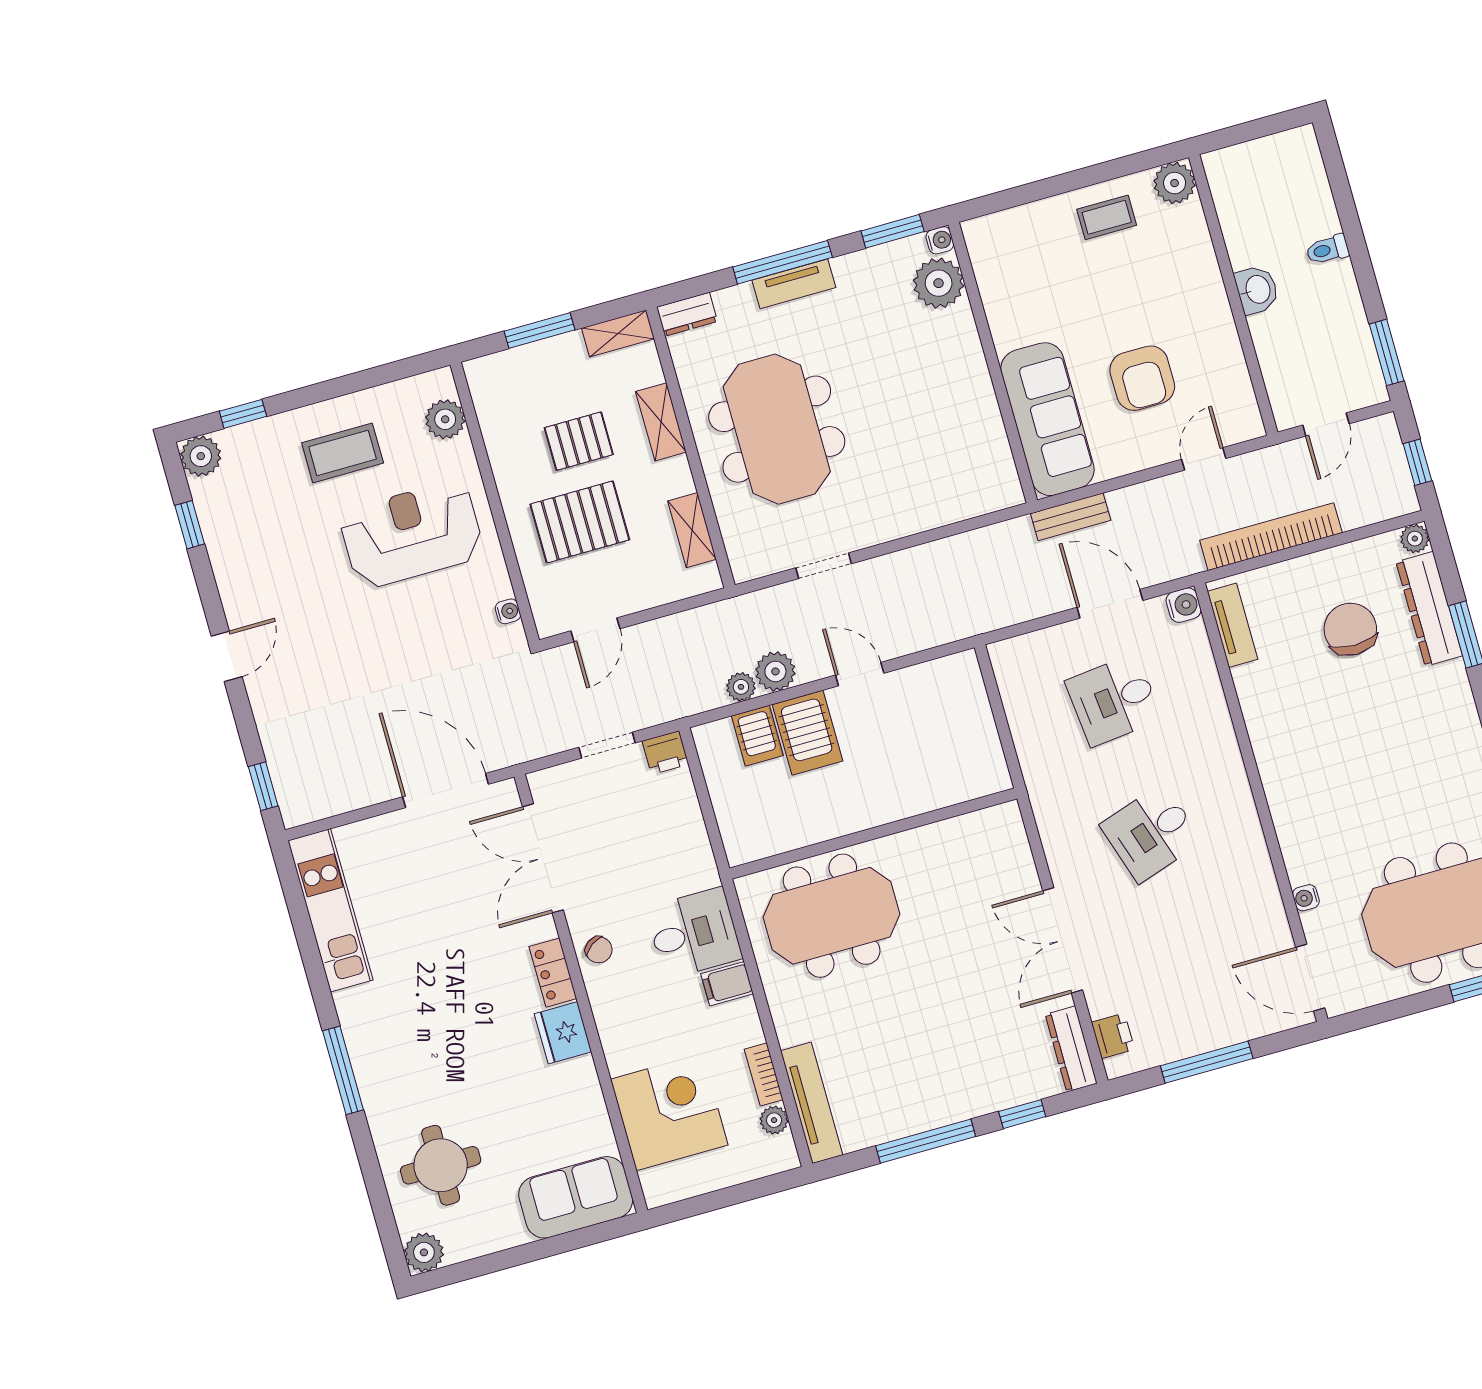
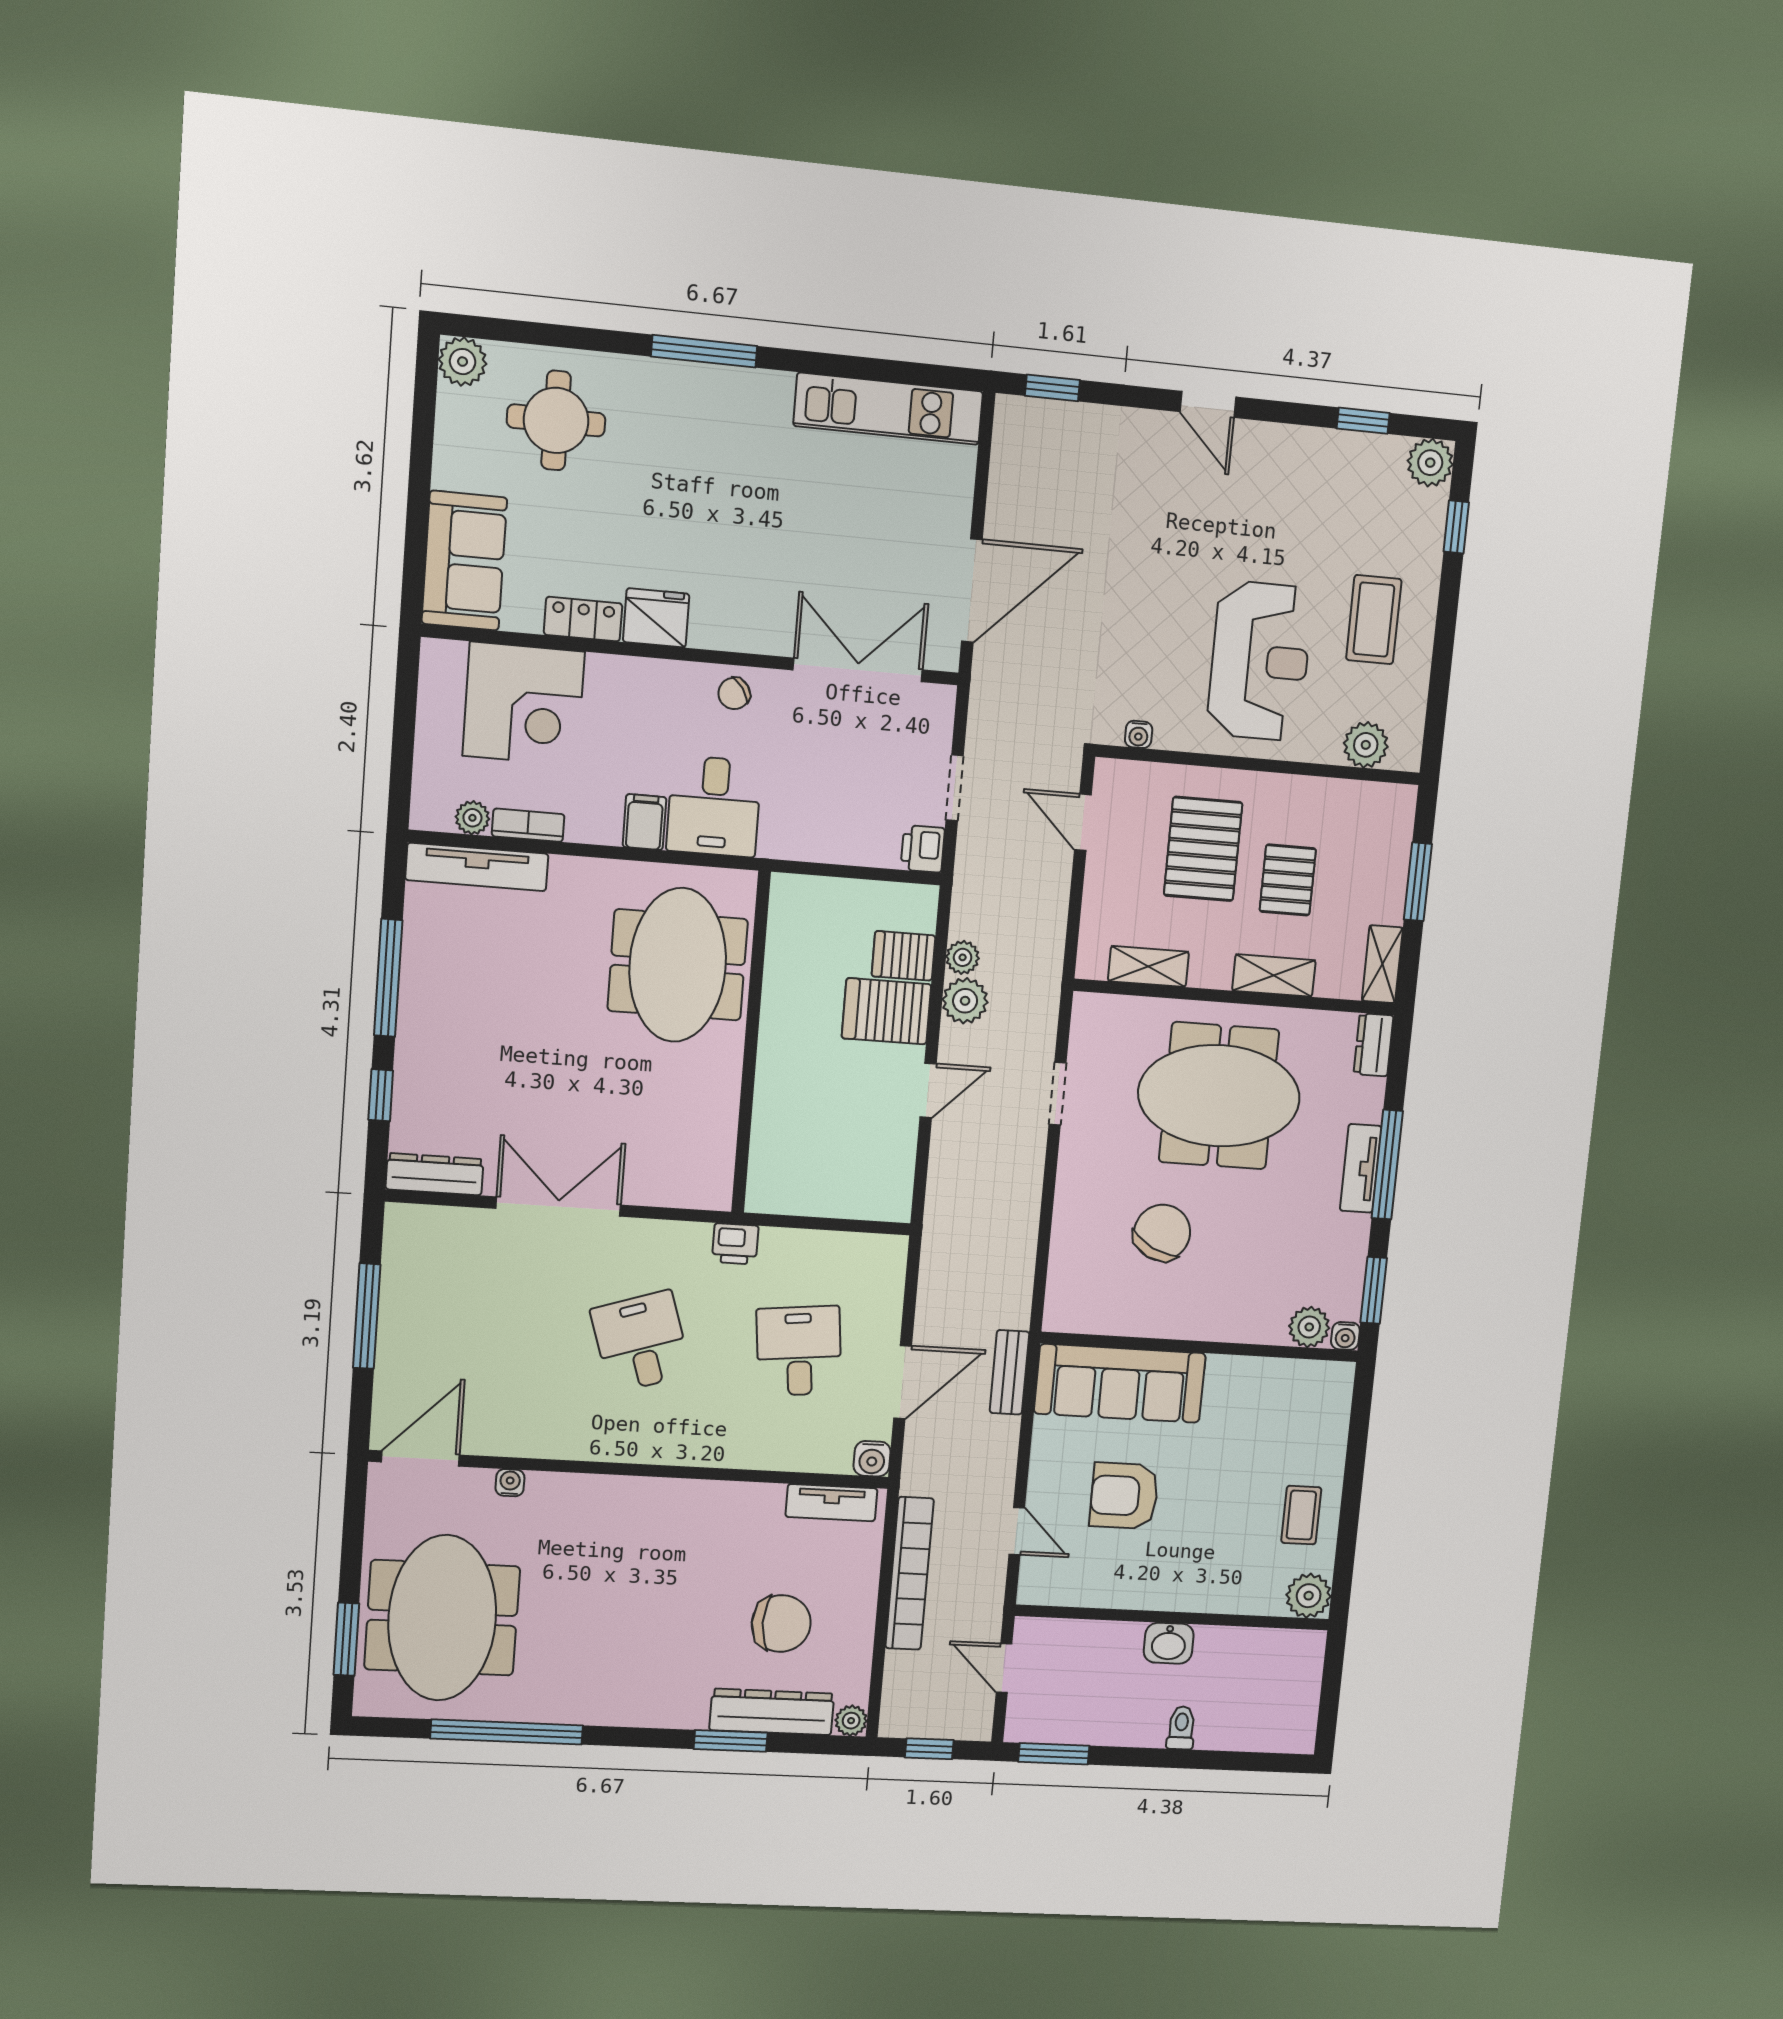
plant: (939, 283) -> (1309, 1327), width x0.73, depth x0.73
chair: (908, 433) -> (1162, 1233), added
locker: (553, 973) -> (583, 619), moved
printer: (1113, 1036) -> (735, 1244), moved

